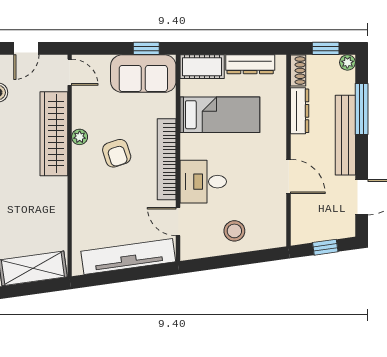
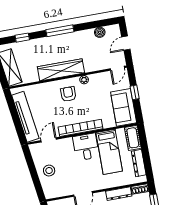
door: (26, 48) -> (126, 43), hinge flipped
window: (146, 48) -> (135, 92), moved
wardrobe: (54, 134) -> (61, 70), moved
armchair: (117, 153) -> (68, 94), moved, turned 108
desk: (203, 182) -> (86, 147), moved

